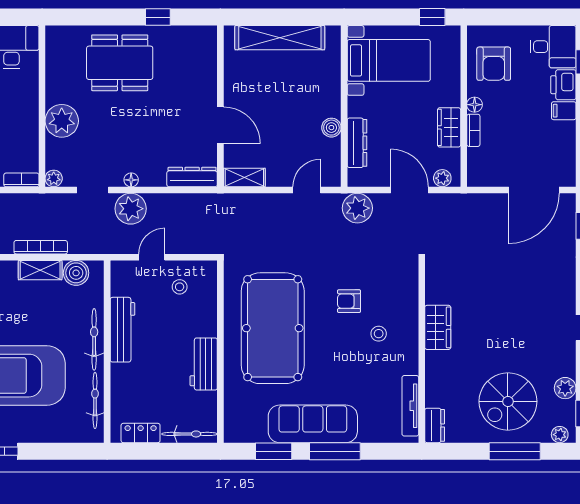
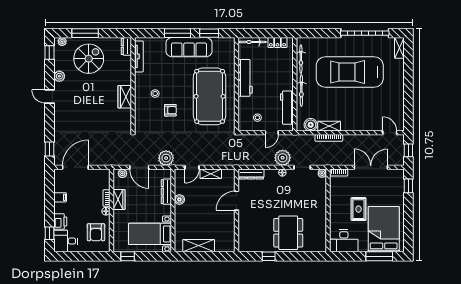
shelving: (280, 38) -> (199, 246), width x0.68
dining table: (120, 63) -> (288, 233), turned 90
armchair: (494, 64) -> (96, 232), turned 180
filing cabinet: (564, 111) -> (60, 197), moved
plant: (62, 121) -> (318, 203), removed
door: (220, 125) -> (236, 201), hinge flipped
shelving: (244, 178) -> (211, 174), moved
workbench: (122, 330) -> (287, 108), moved
workbench: (204, 364) -> (245, 78), width x1.38
plant: (565, 388) -> (59, 76), moved

